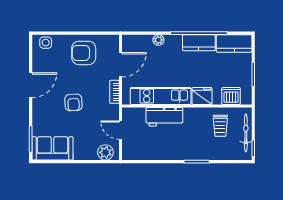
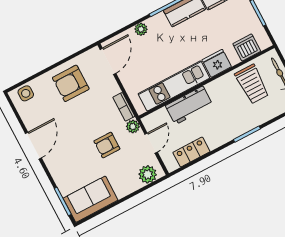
door: (121, 65) -> (108, 61), moved
armchair: (73, 102) -> (107, 145), moved, turned 93
plant: (113, 110) -> (133, 127), added
trolley: (220, 126) -> (252, 84), width x1.36, depth x1.39
door: (121, 130) -> (151, 143), swing flipped
locker: (148, 153) -> (191, 152), added

